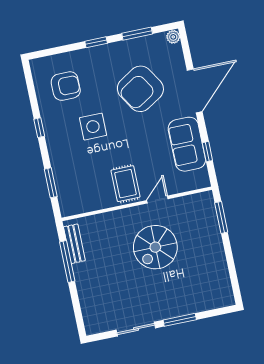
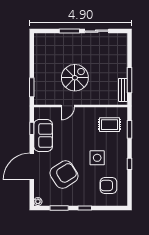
rug: (126, 184) -> (109, 125), moved, turned 90

